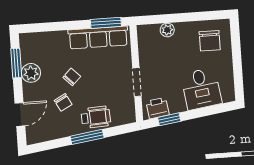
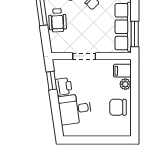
filing cabinet: (151, 35) -> (122, 71), added
chair: (210, 41) -> (118, 107), moved
printer: (158, 108) -> (64, 86), moved

